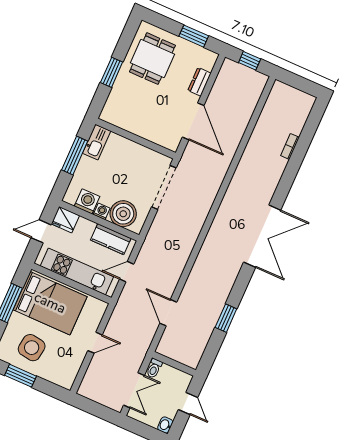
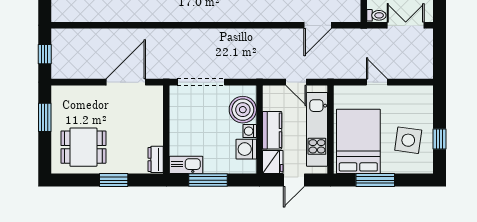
dresser: (199, 82) -> (156, 159), moved, turned 90
door: (41, 231) -> (294, 180), hinge flipped
kitchen counter: (111, 239) -> (272, 130), moved
window: (21, 376) -> (440, 139), width x0.67

